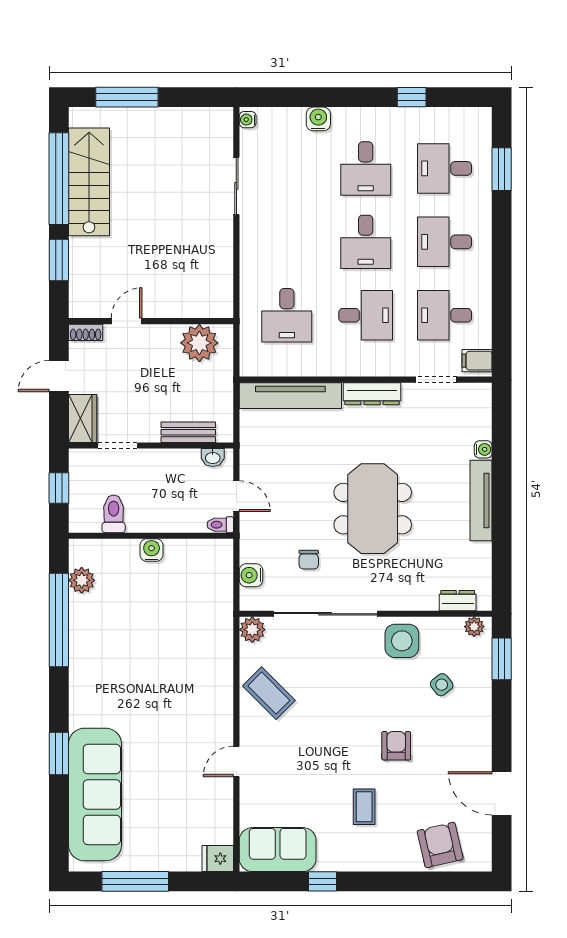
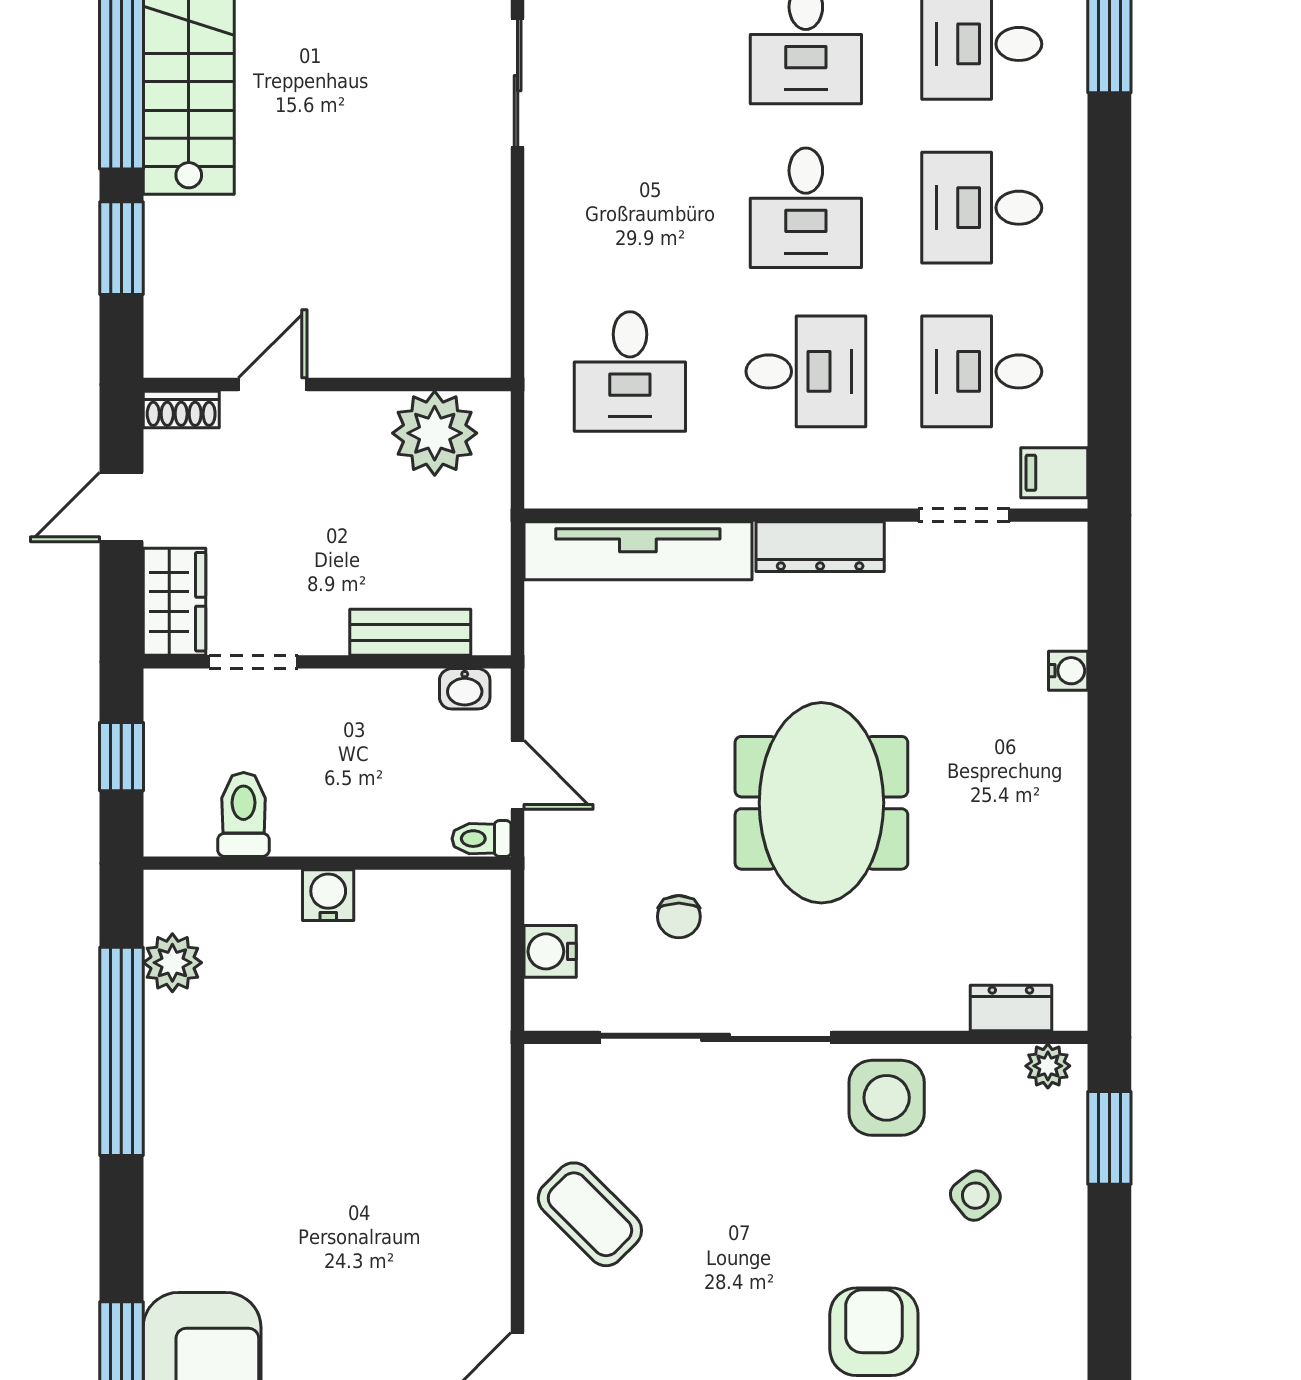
tv unit: (481, 501) -> (1063, 785), removed
plant: (252, 630) -> (553, 1073), removed
armchair: (396, 746) -> (874, 1332), width x1.38, depth x1.38

